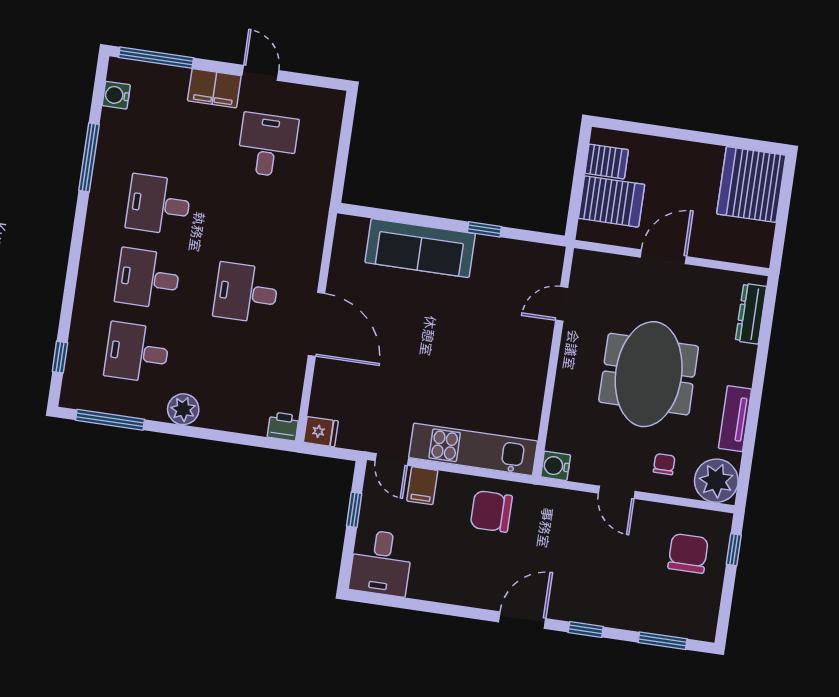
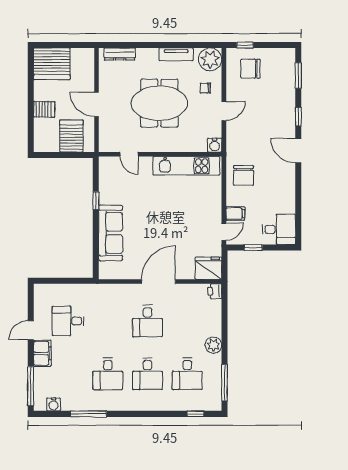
server rack: (607, 162) -> (44, 109), moved, turned 90
fridge: (321, 432) -> (208, 268), width x1.88, depth x1.34
kitchen unit: (473, 449) -> (186, 166), moved, turned -90

